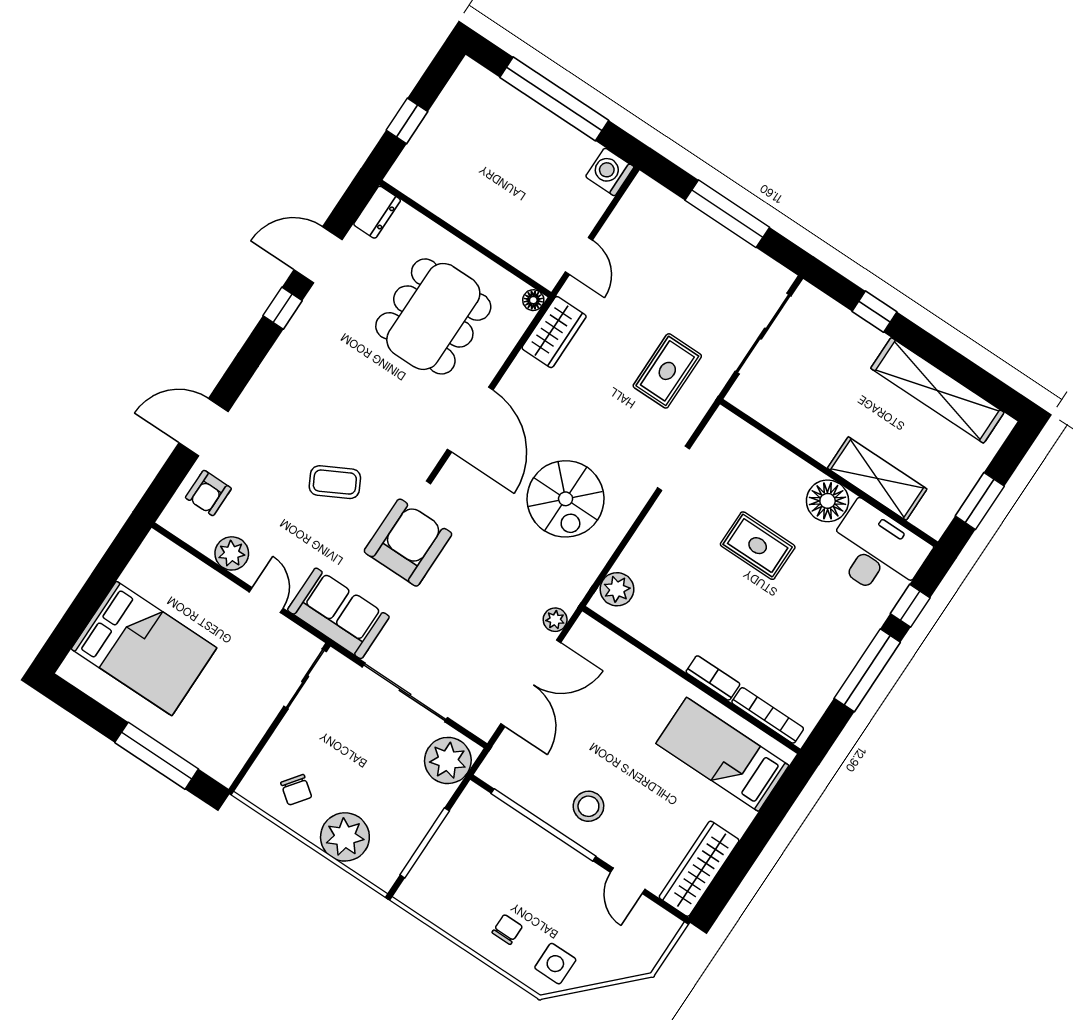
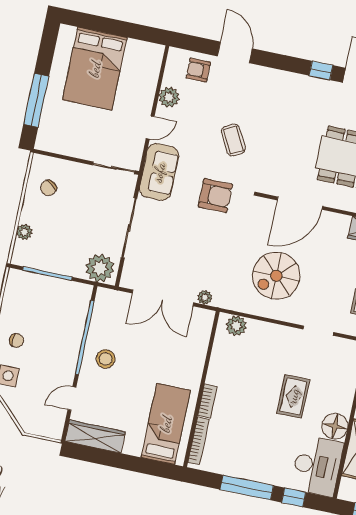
armchair: (408, 543) -> (215, 196), width x0.73, depth x0.73
plant: (345, 837) -> (24, 232), width x0.53, depth x0.53

